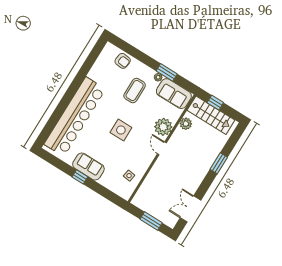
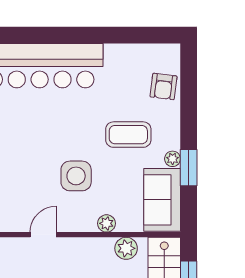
plant: (163, 127) -> (107, 223), width x0.53, depth x0.53
side table: (121, 130) -> (76, 176), moved
door: (162, 148) -> (43, 235), moved

